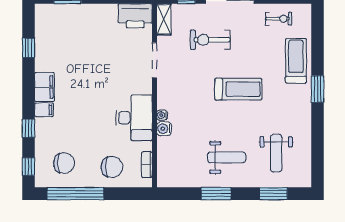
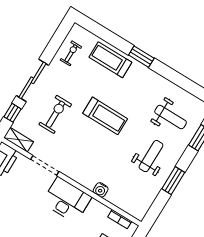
exercise bike: (210, 40) -> (55, 114), turned 180
treadmill: (238, 89) -> (105, 116), turned 90
water cooler: (162, 115) -> (90, 185), removed
desk: (134, 118) -> (67, 200), moved

